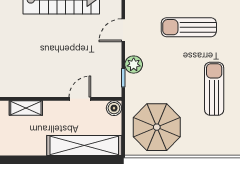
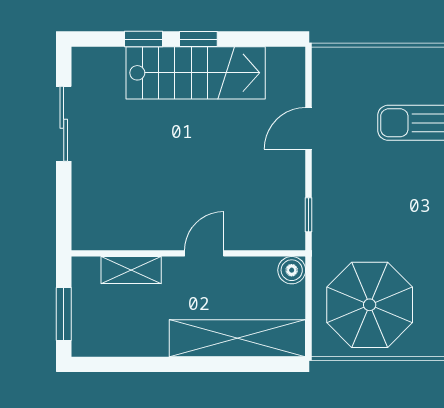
plant: (134, 65) -> (327, 191), removed
door: (80, 99) -> (204, 253), moved

